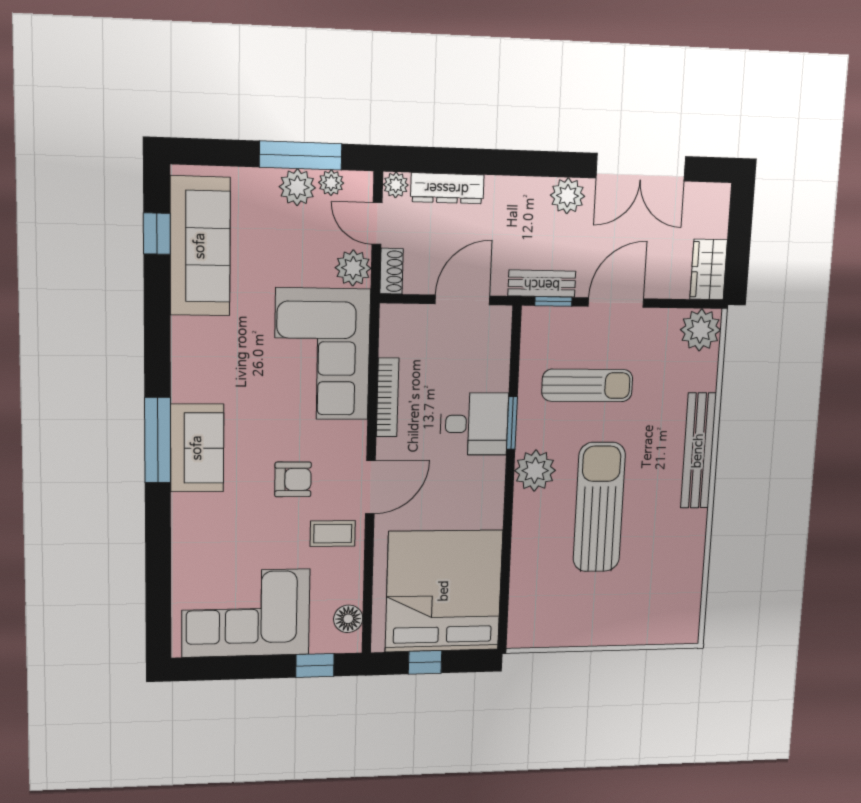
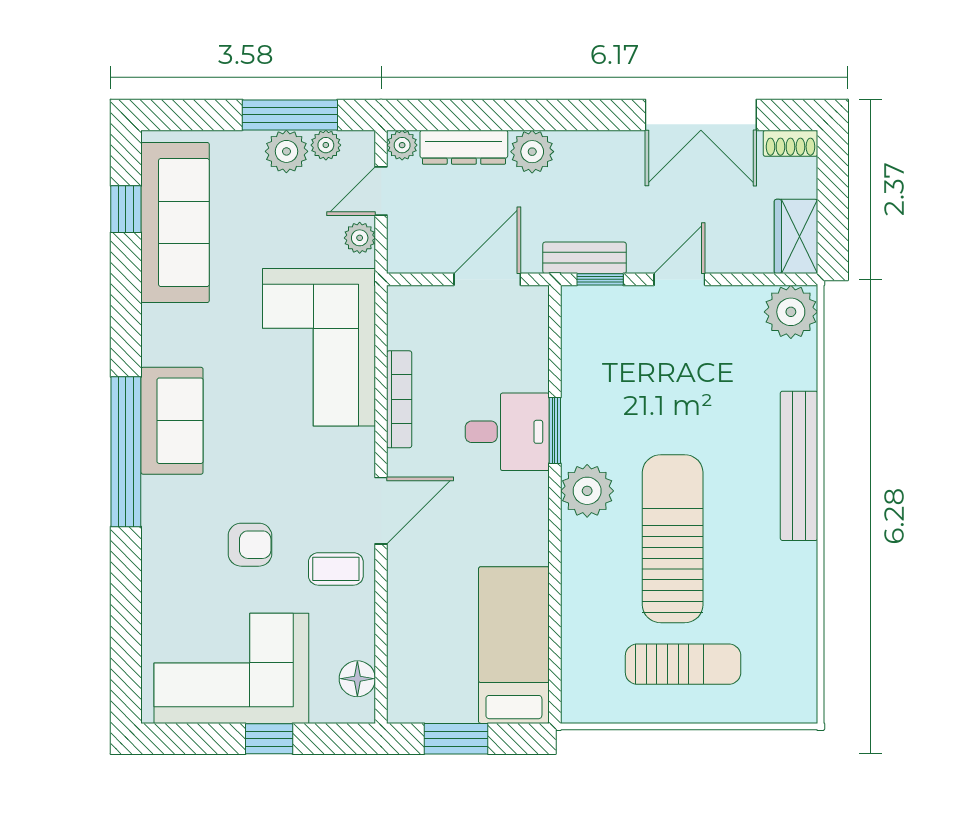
plant: (568, 196) -> (532, 152), moved
door: (377, 224) -> (381, 191), hinge flipped
plant: (353, 268) -> (360, 238), width x0.73, depth x0.73
shoe rack: (392, 271) -> (790, 143), moved, turned 90
door: (616, 303) -> (679, 279), width x0.73
sun lounger: (587, 385) -> (683, 664), moved
window: (158, 440) -> (126, 452), width x1.46
sofa: (197, 448) -> (172, 421), moved
armchair: (293, 479) -> (250, 545), moved
bed: (444, 591) -> (514, 645), width x0.49
window: (425, 662) -> (456, 739), width x1.50
window: (315, 665) -> (269, 739), moved

